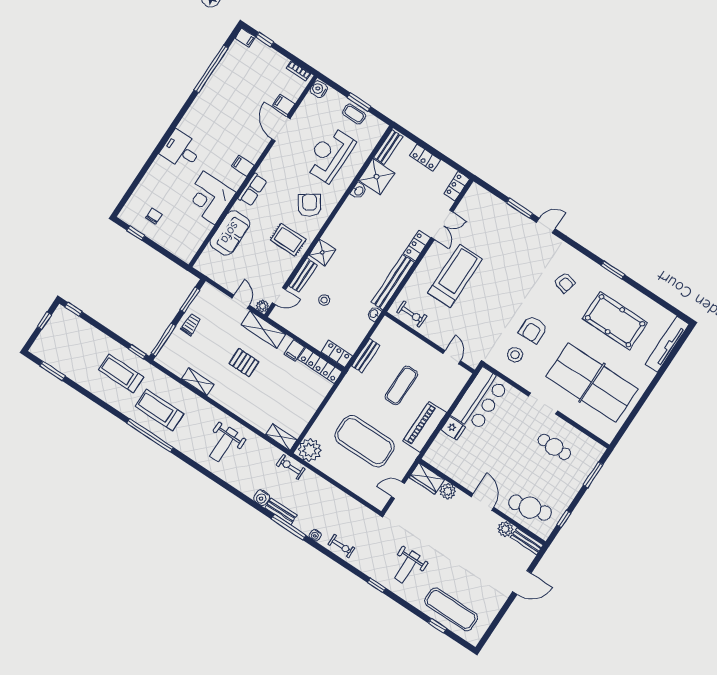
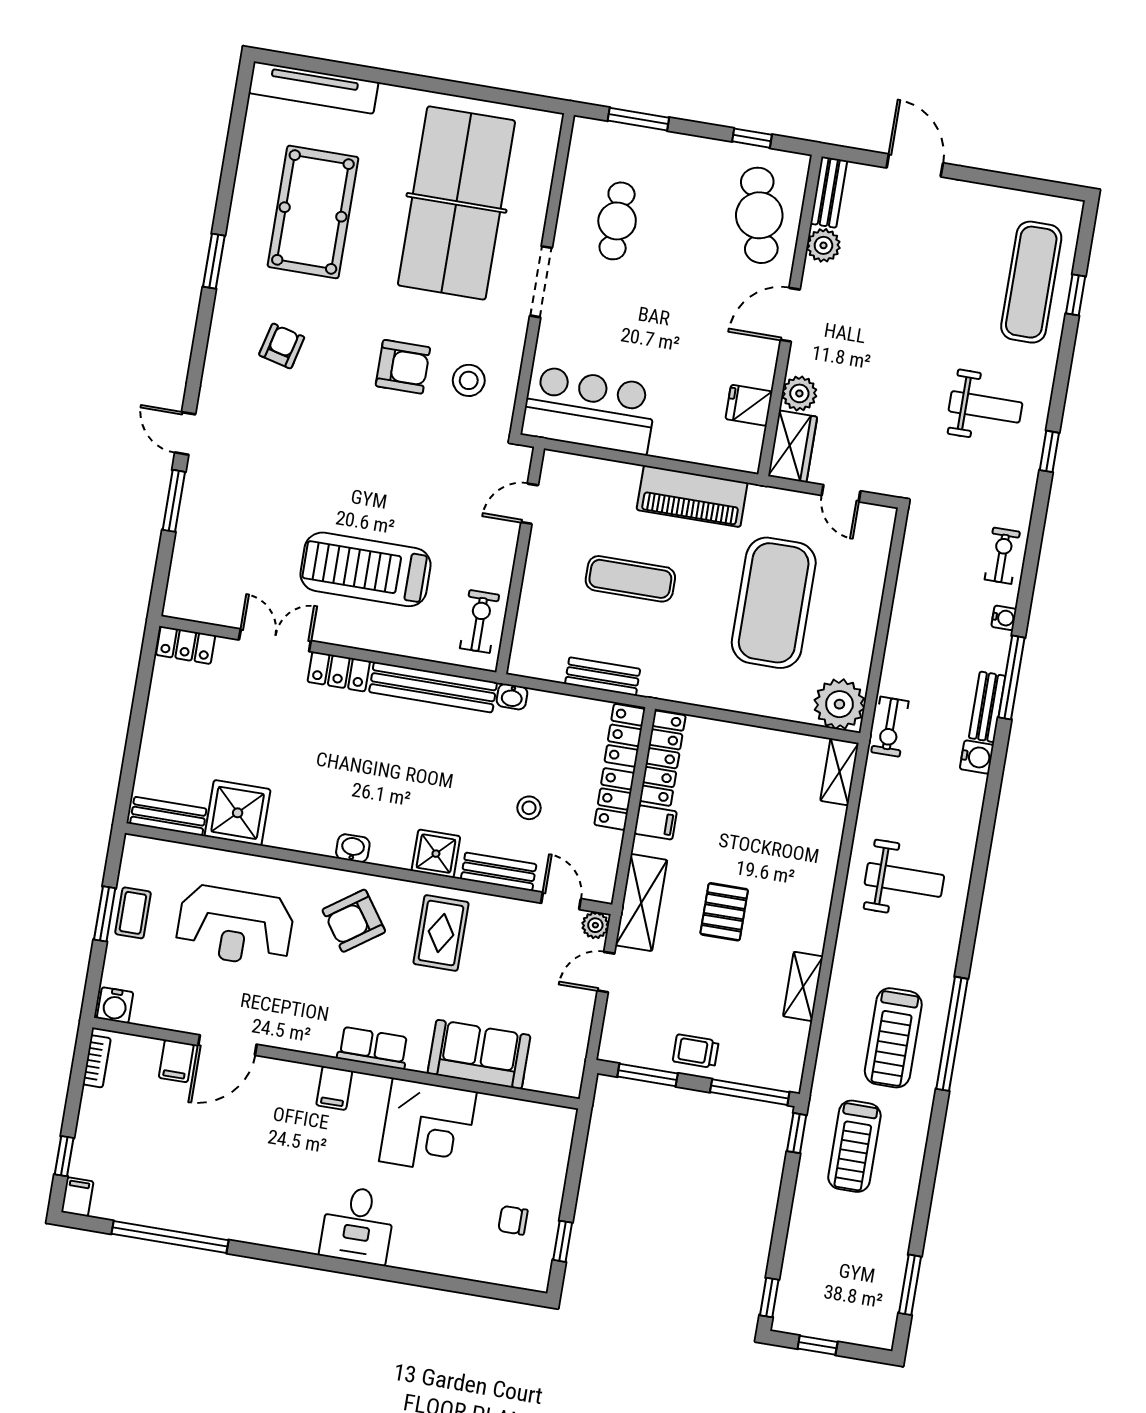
locker: (425, 158) -> (614, 799), moved, turned 180
washbasin: (359, 191) -> (353, 848), moved
fridge: (453, 428) -> (749, 405), moved, turned -90

